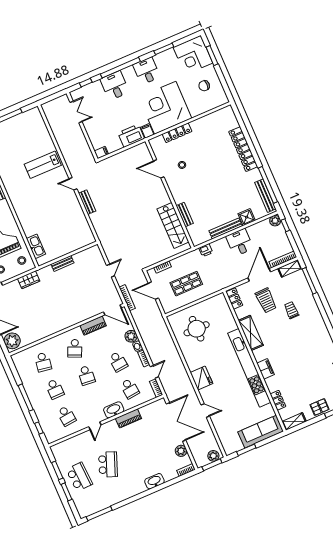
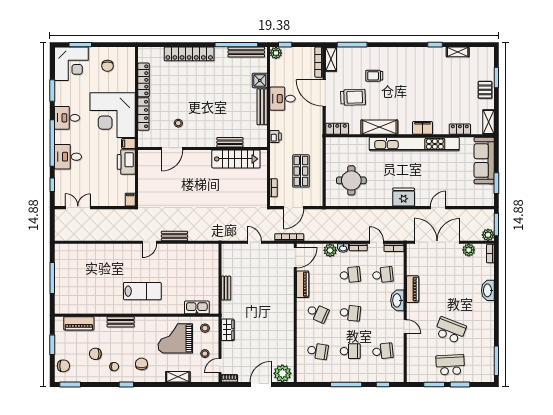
locker: (205, 121) -> (144, 80), added
lab bench: (43, 165) -> (142, 291), moved, turned -90
plant: (213, 456) -> (488, 235), moved

